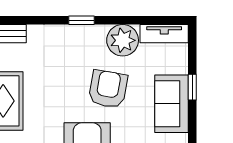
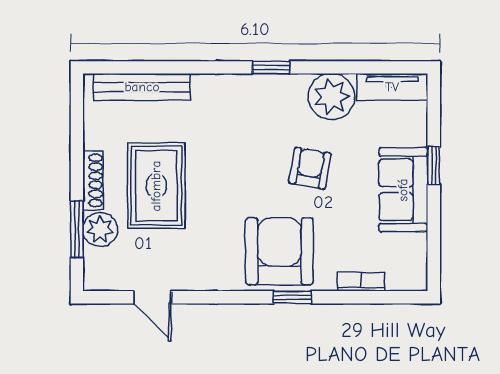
armchair: (108, 89) -> (310, 168), width x0.72, depth x0.72

